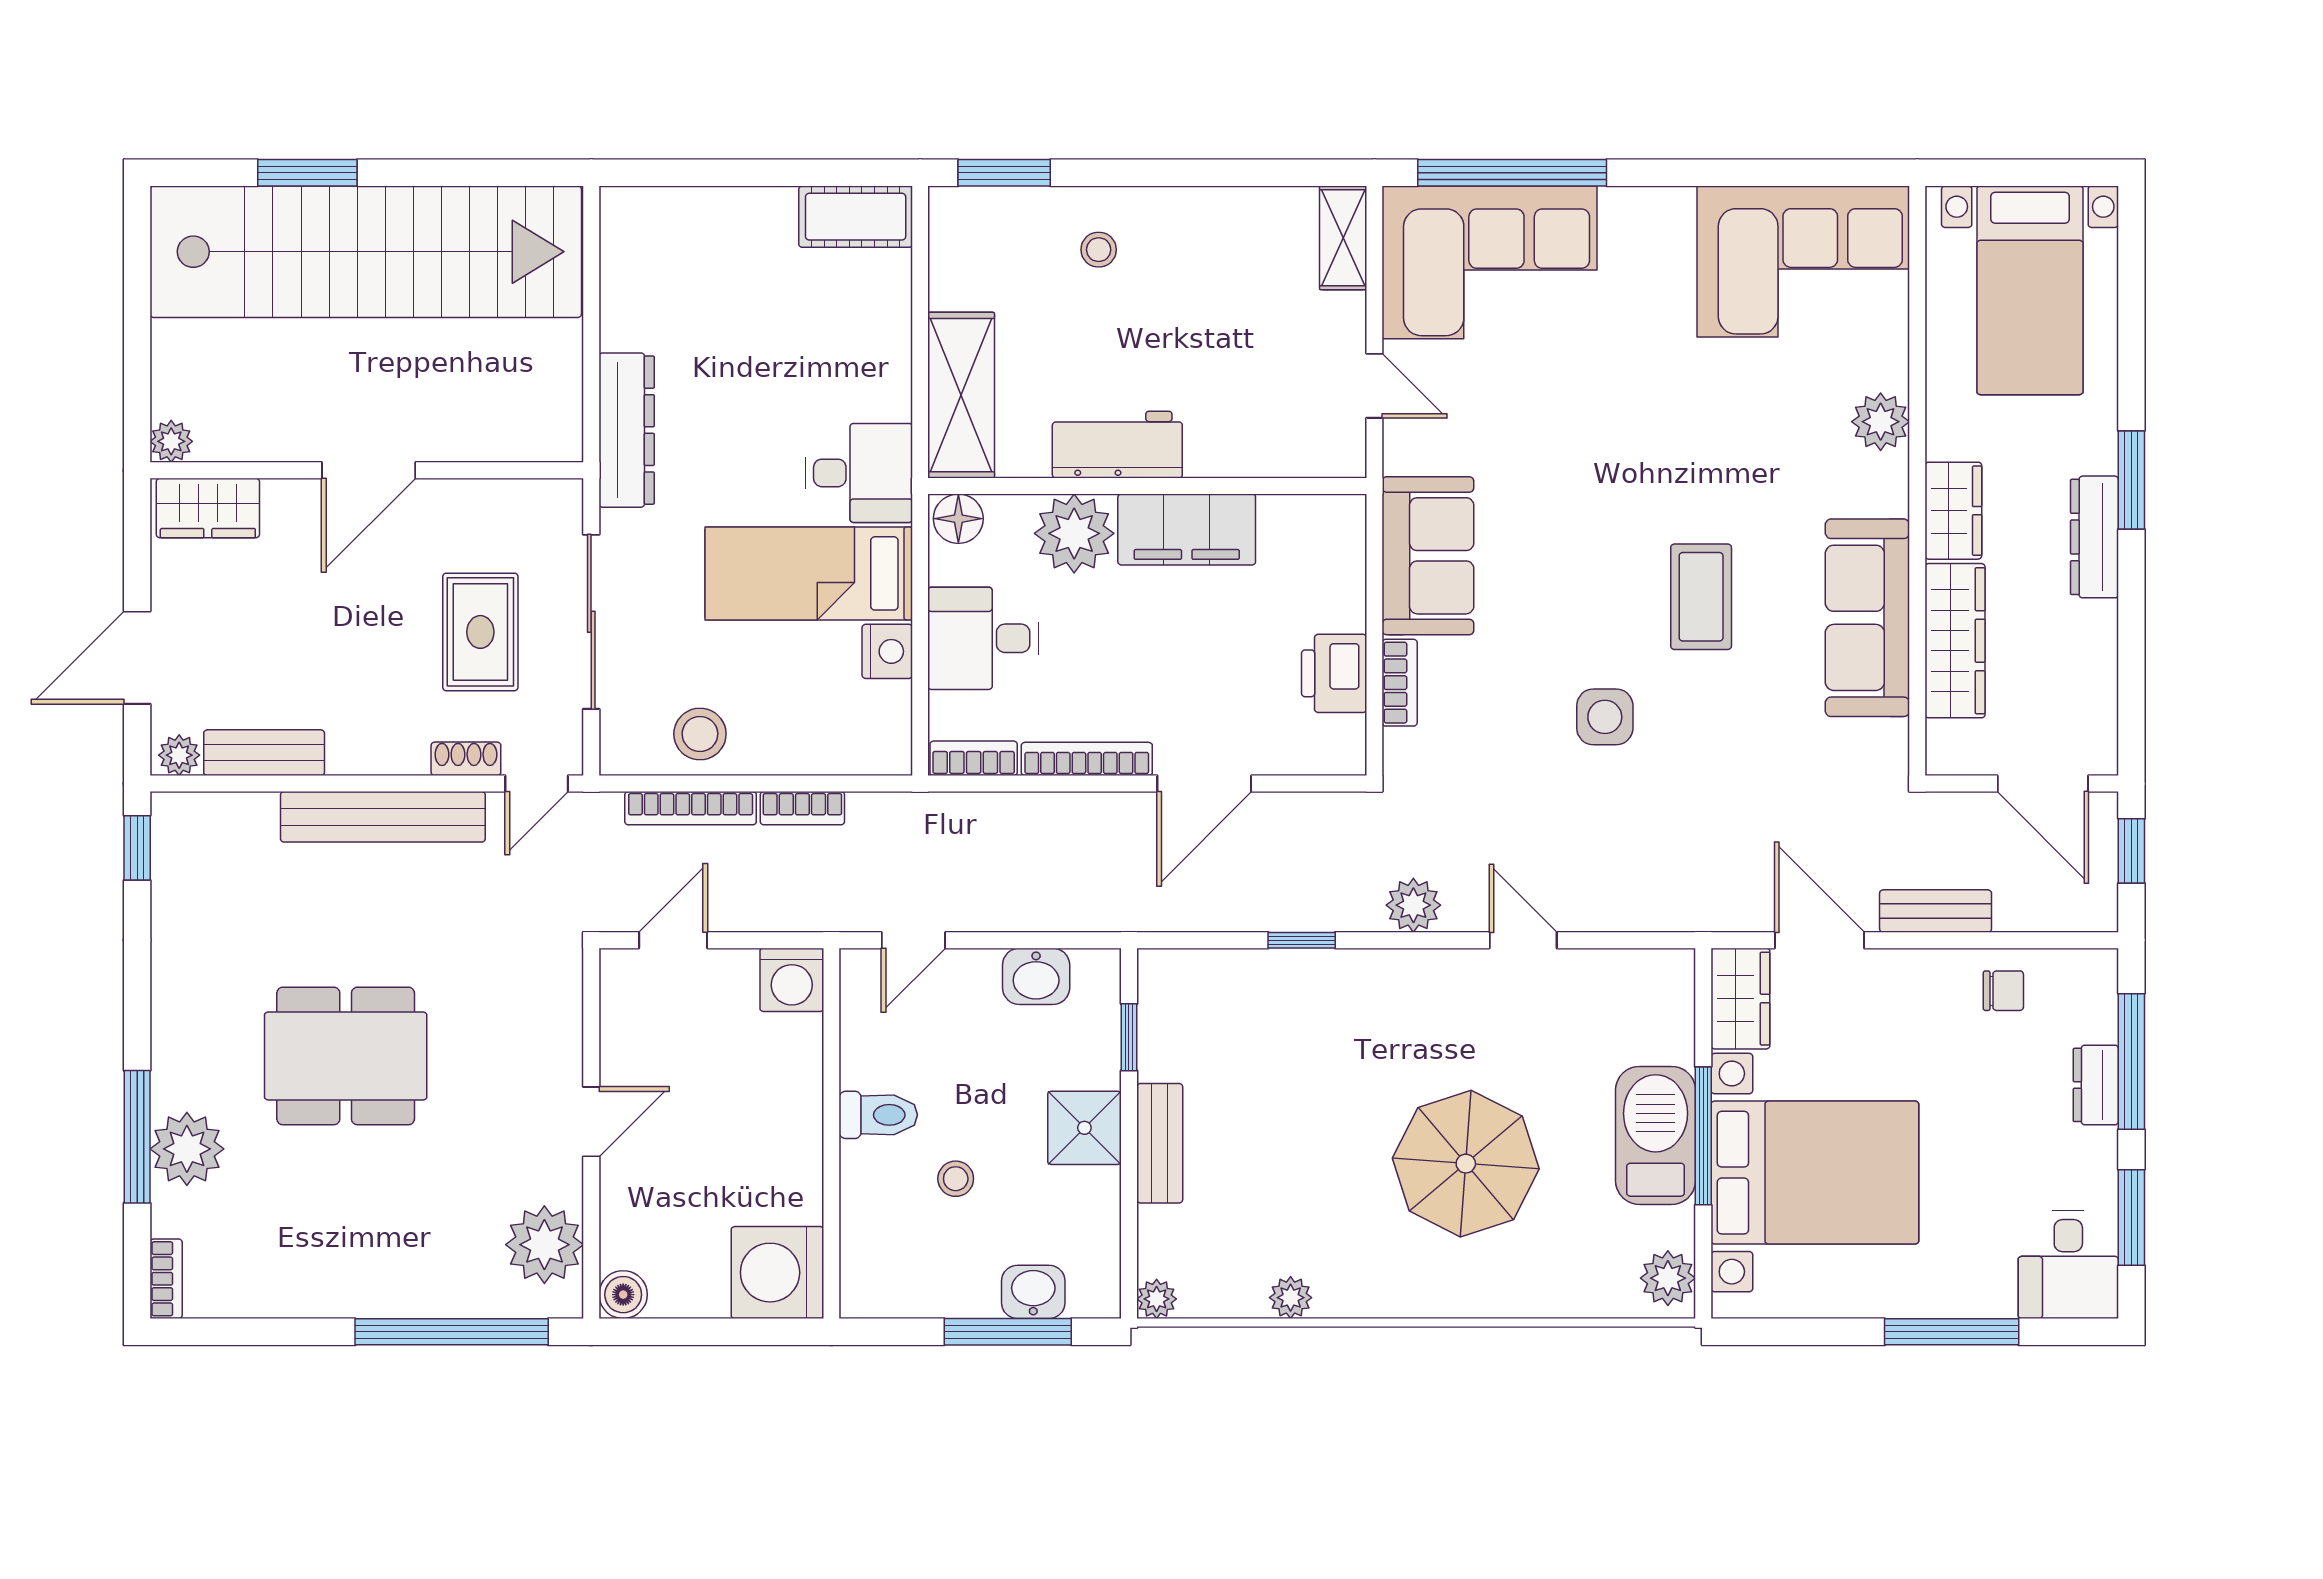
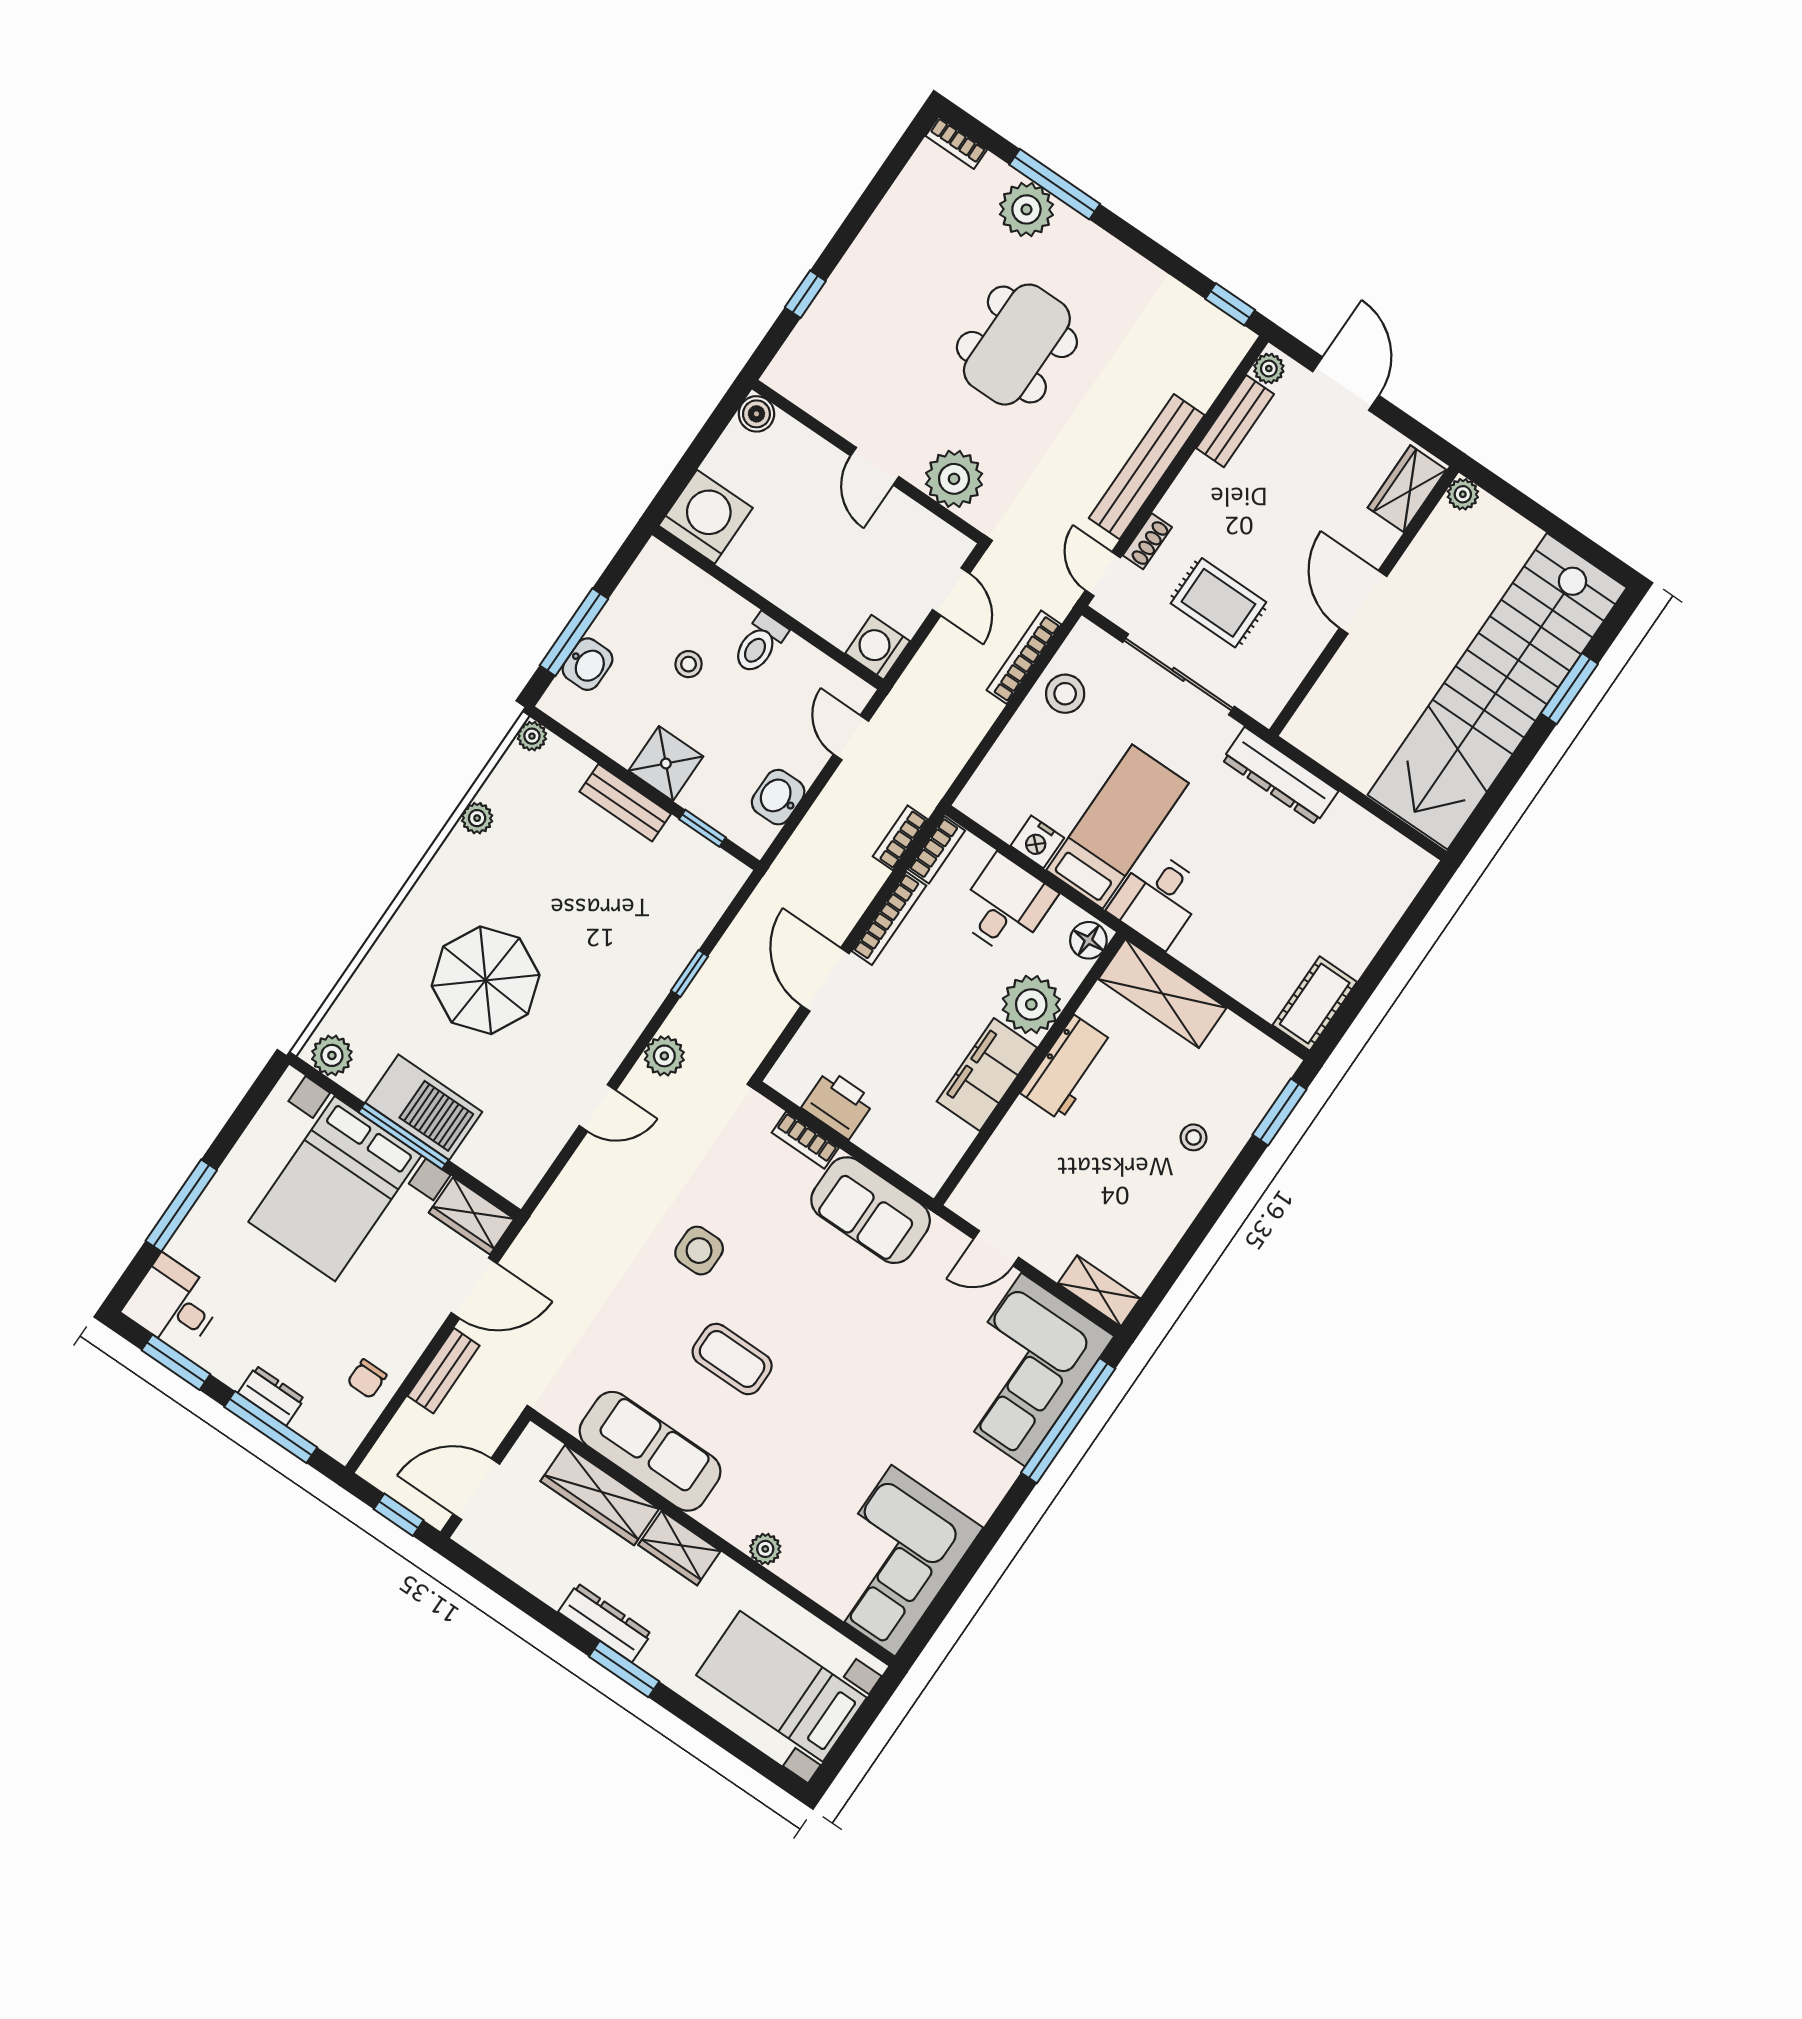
plant: (1881, 422) -> (765, 1549), width x0.73, depth x0.73
bookcase: (802, 808) -> (900, 838), moved
plant: (544, 1245) -> (954, 479), moved
window: (452, 1332) -> (805, 294), width x0.32

